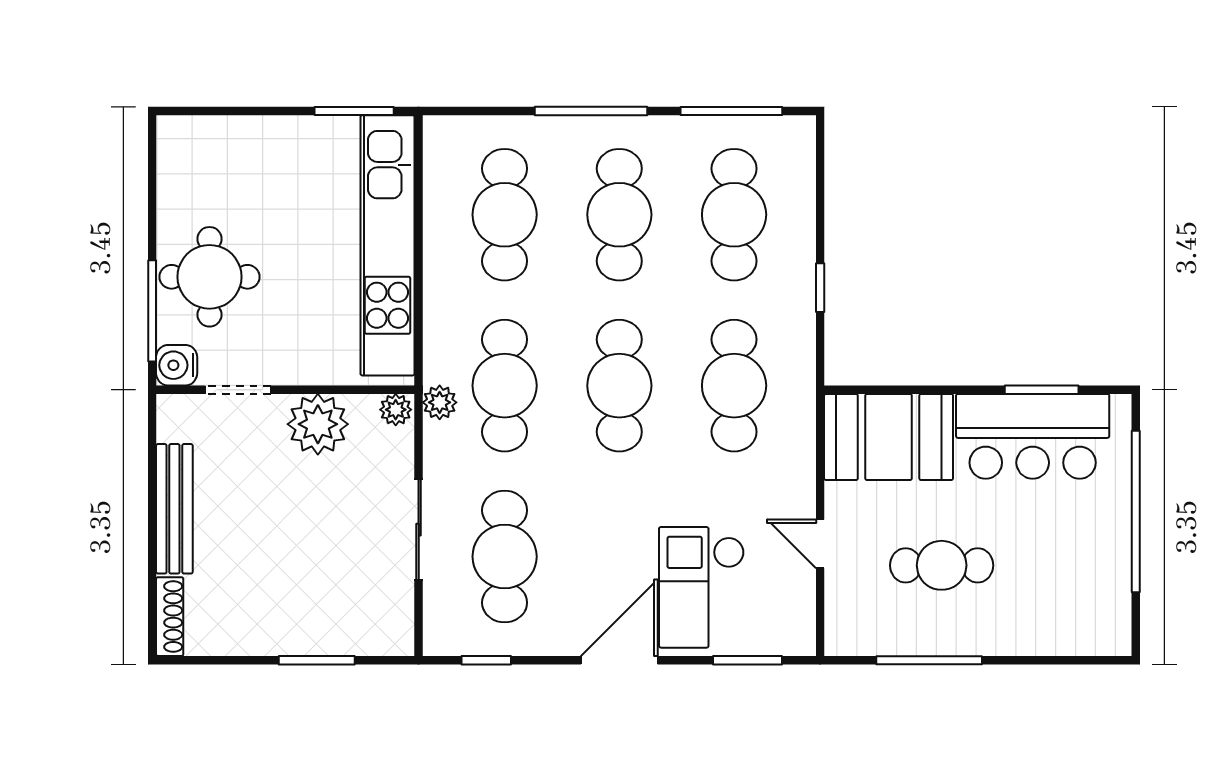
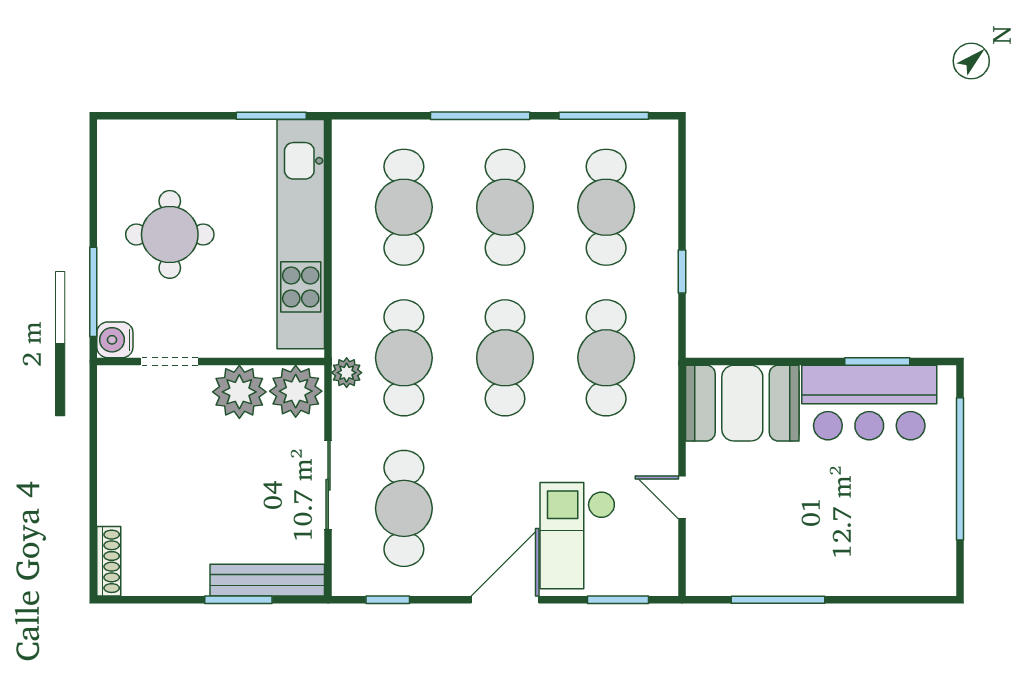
round table: (209, 277) -> (170, 234), moved
plant: (396, 410) -> (296, 391), width x1.87, depth x1.87
bench: (174, 509) -> (267, 580), moved, turned 90
cafe table: (942, 565) -> (789, 516), removed

